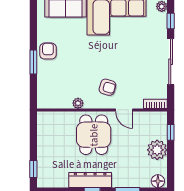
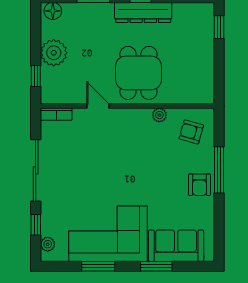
window: (33, 62) -> (219, 170), width x1.44
armchair: (107, 87) -> (191, 132), moved

